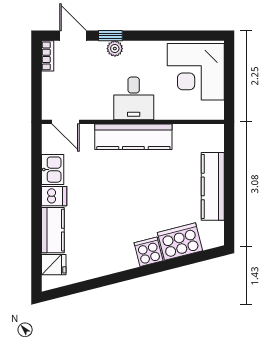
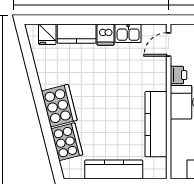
printer: (102, 110) -> (178, 75), added
kitchen counter: (133, 137) -> (156, 124), moved
cooker: (149, 252) -> (59, 106), width x1.87, depth x1.31

